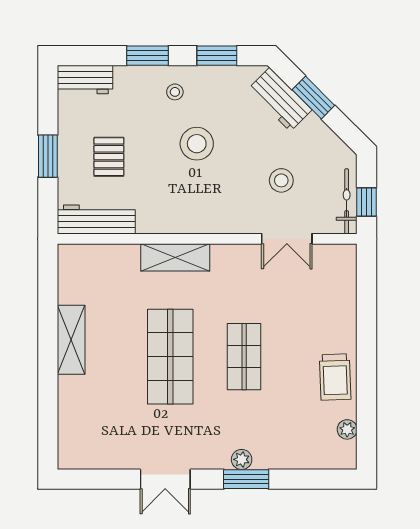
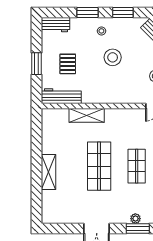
shelving: (175, 257) -> (87, 115), moved
shelving: (71, 340) -> (48, 172), moved

